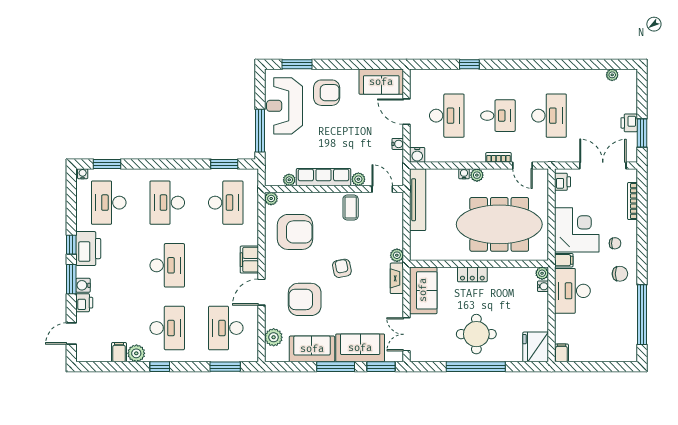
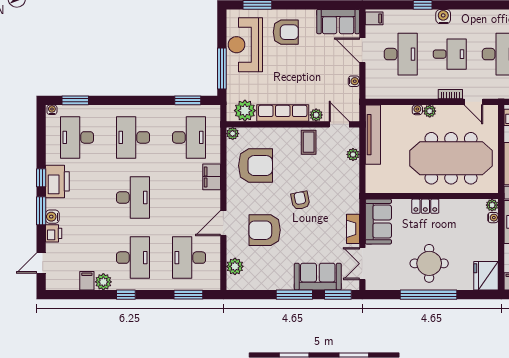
filing cabinet: (419, 78) -> (374, 18), added
water cooler: (417, 155) -> (443, 17), moved, turned 180
plant: (289, 180) -> (245, 111), width x1.88, depth x1.88
plant: (397, 255) -> (353, 154), moved
filing cabinet: (249, 260) -> (212, 177), moved
fireplace: (397, 278) -> (353, 229), moved
sofa: (312, 349) -> (272, 278), removed

